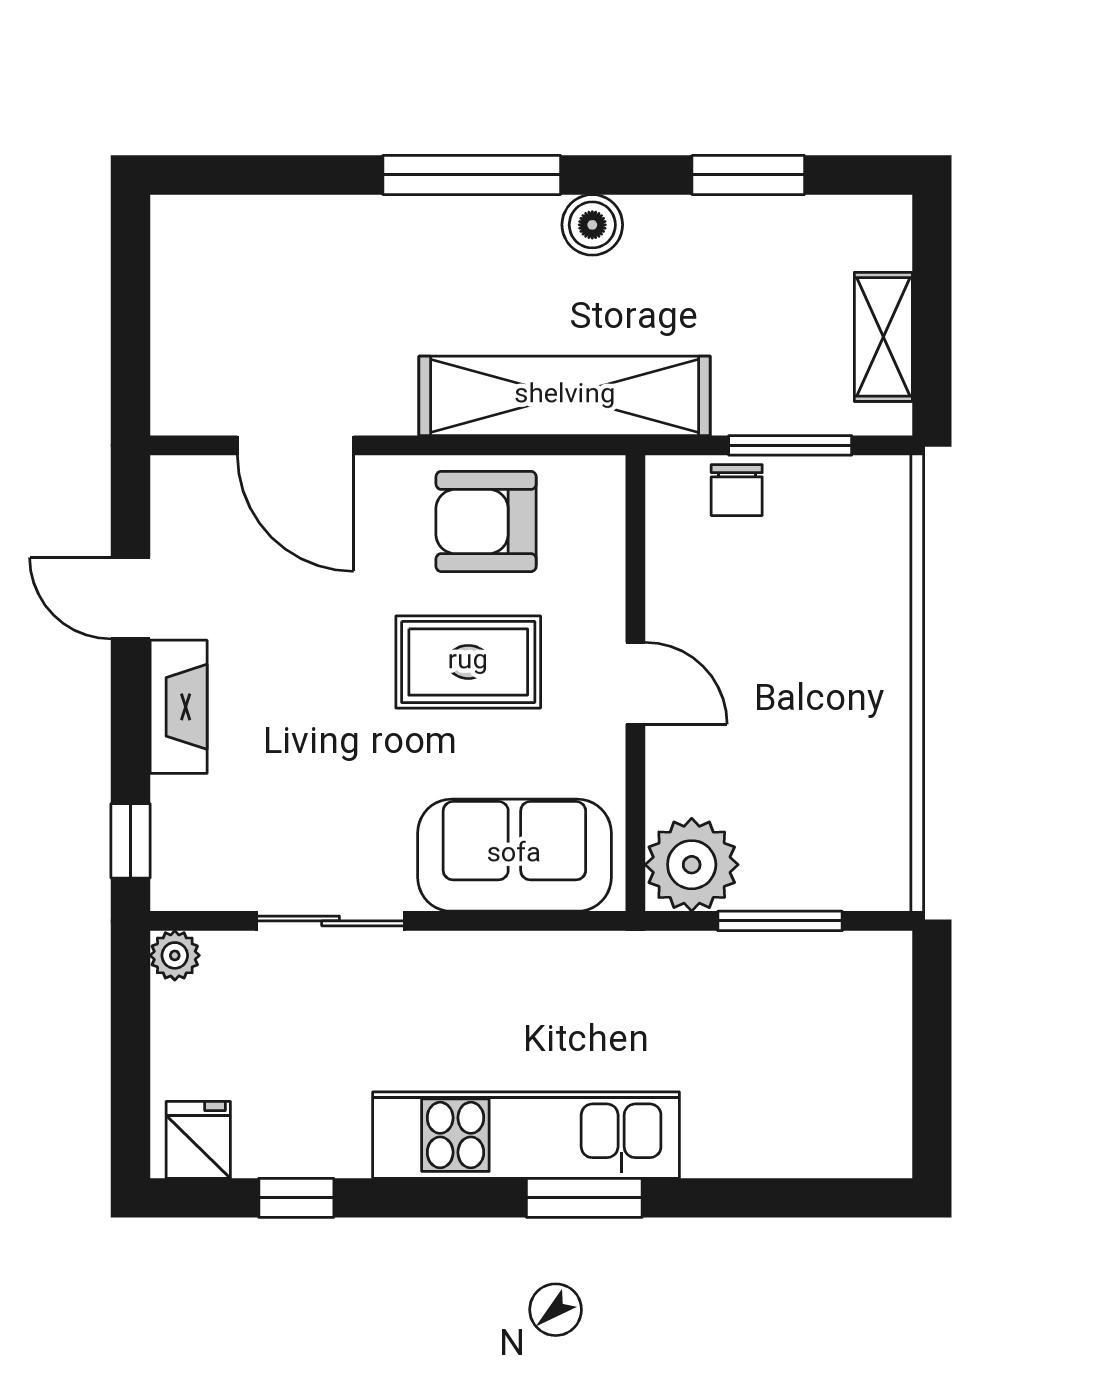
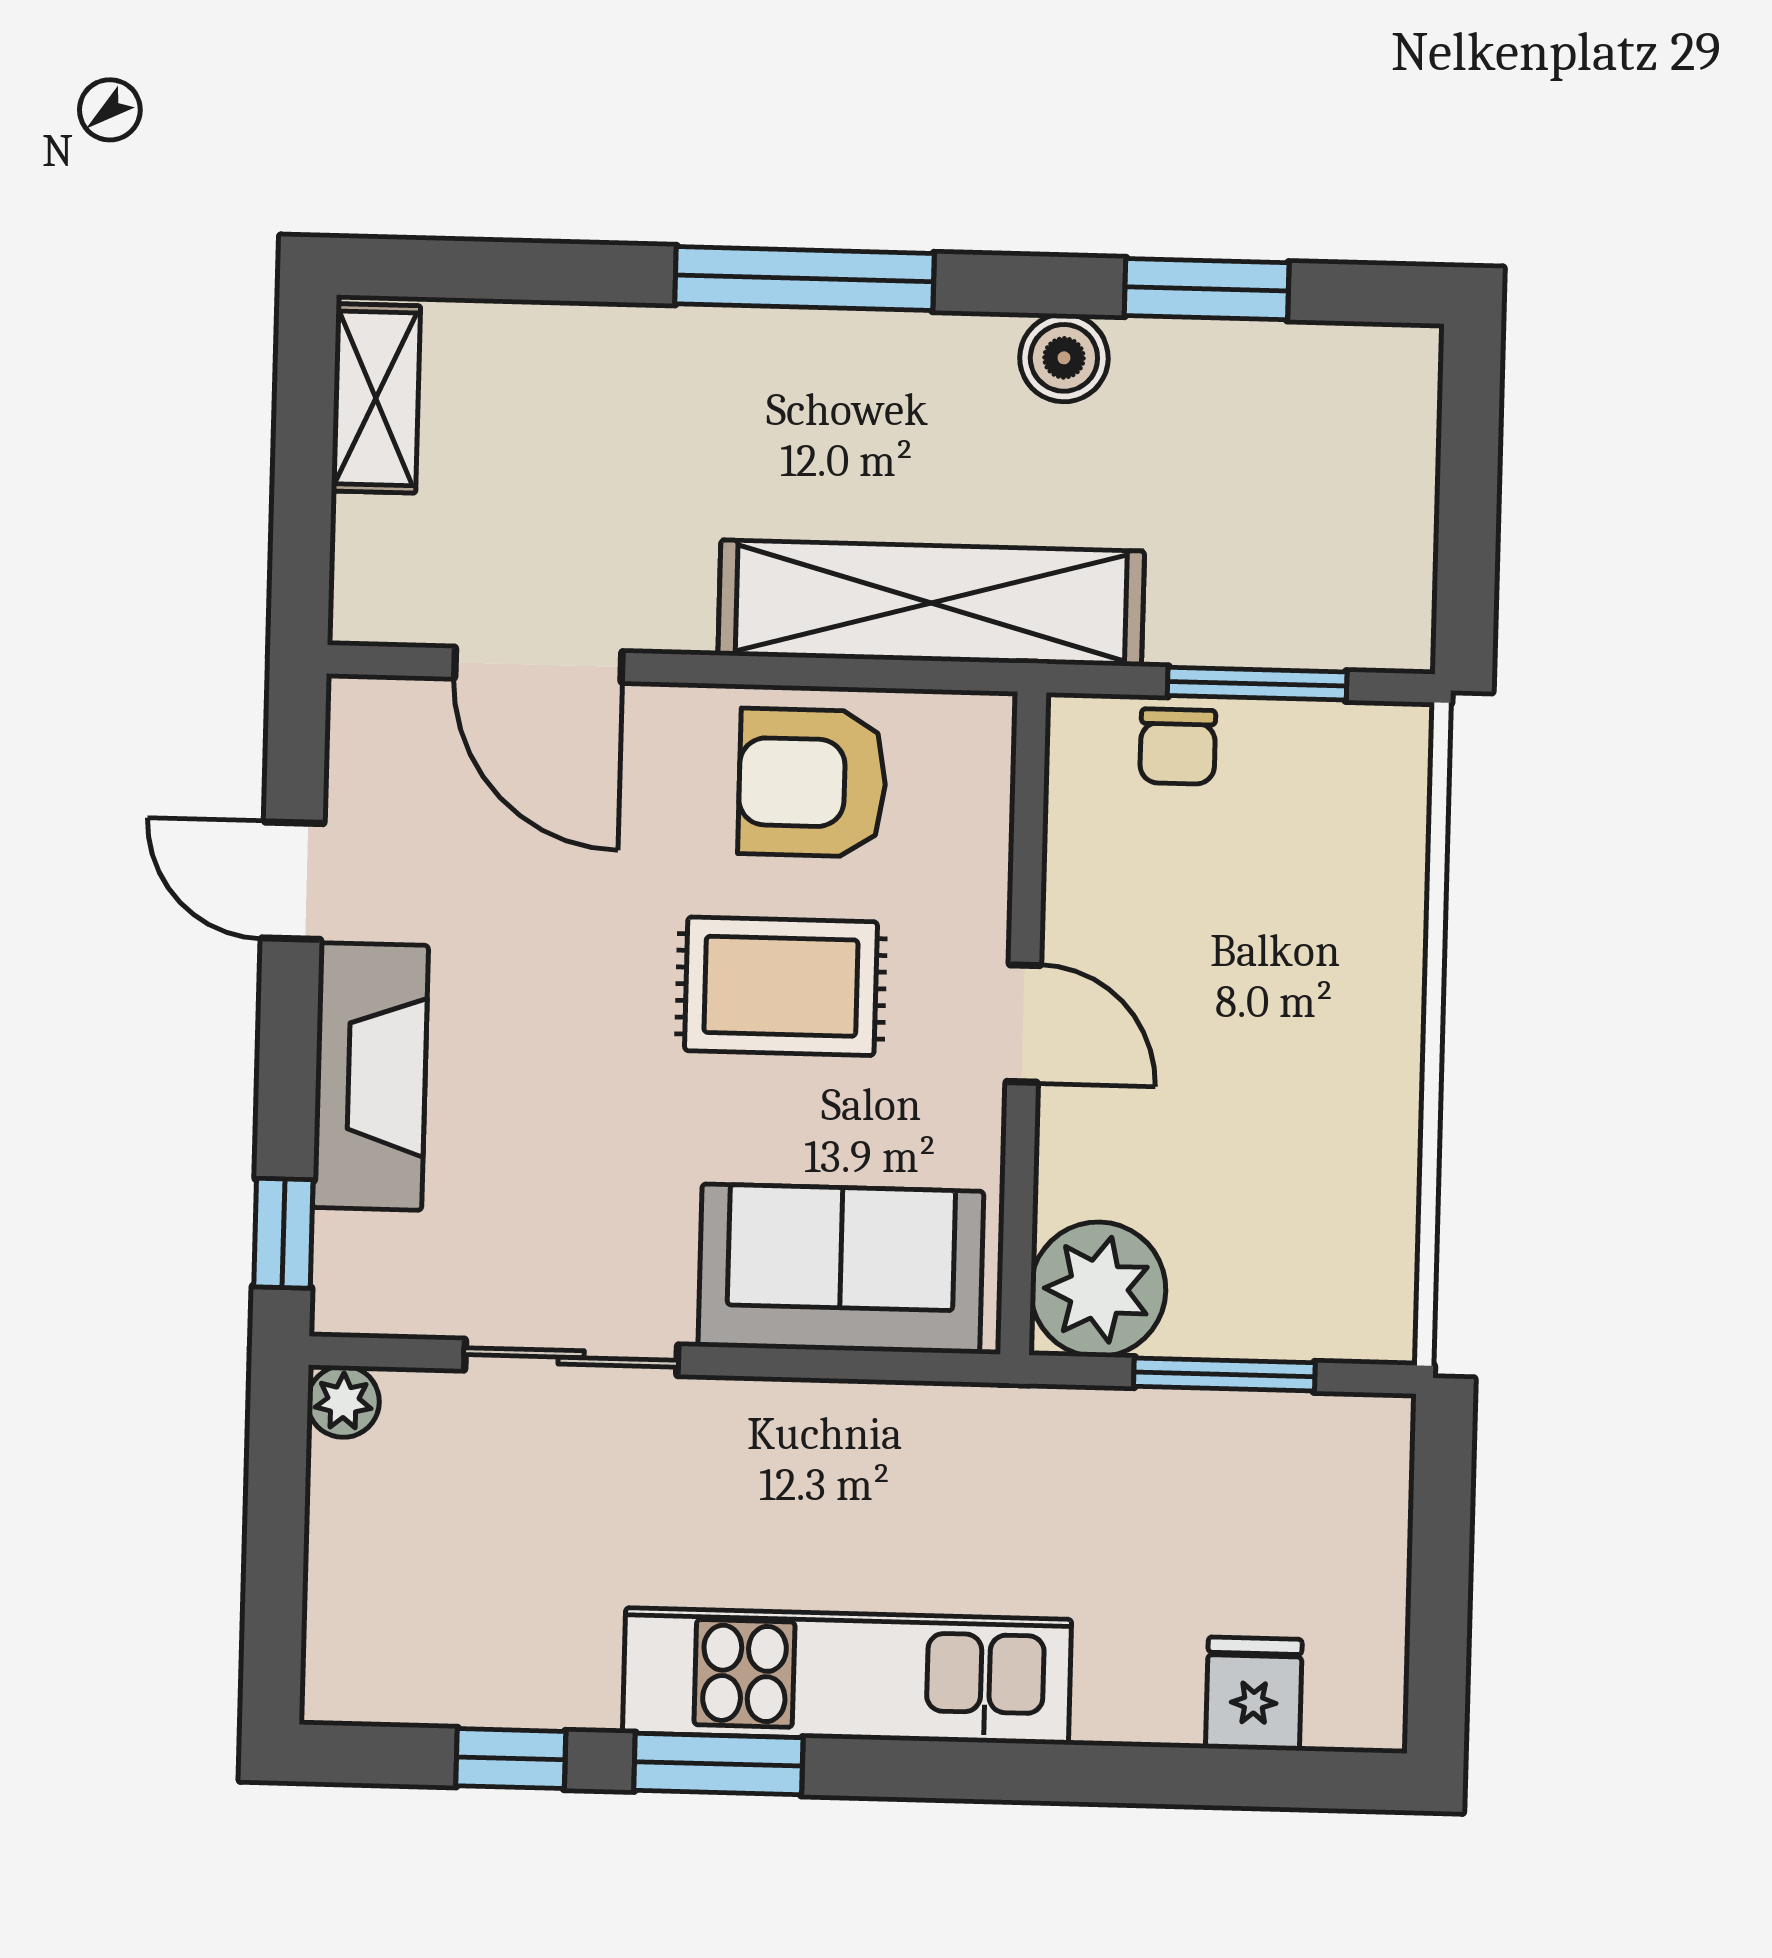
boiler: (592, 225) -> (1064, 358), moved
shelving: (883, 337) -> (376, 398), moved
fireplace: (179, 707) -> (370, 1076), width x1.37, depth x1.32
fridge: (198, 1140) -> (1254, 1694), moved
window: (584, 1198) -> (718, 1764), moved

